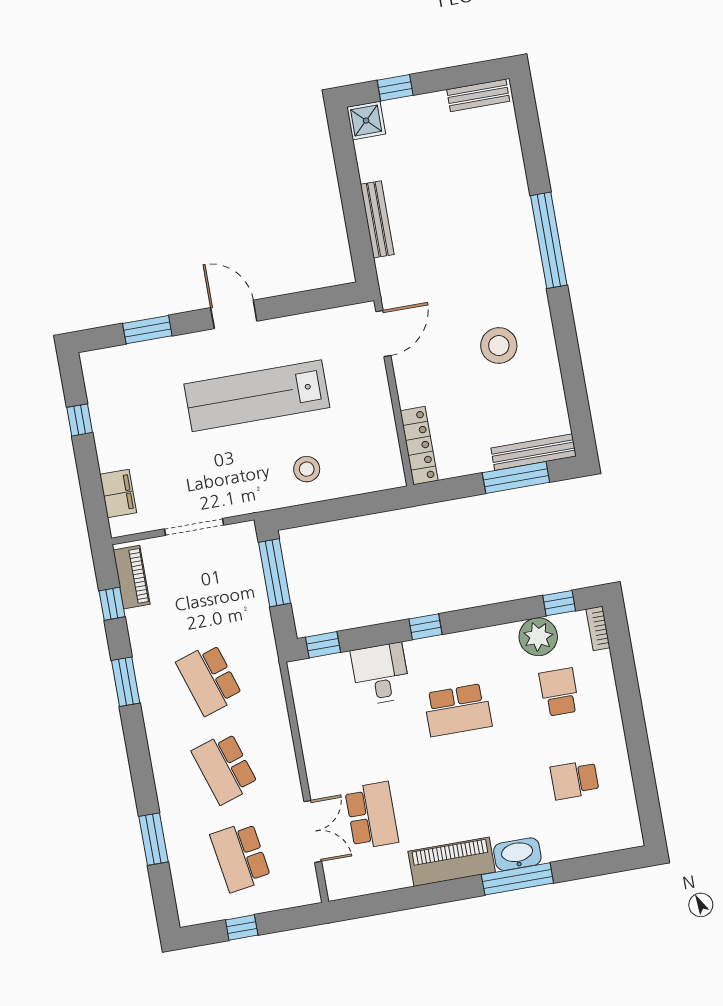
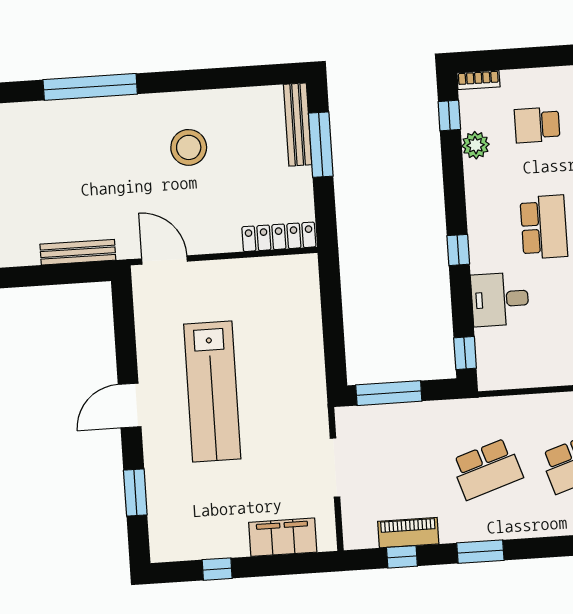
bench: (377, 219) -> (78, 252), moved
stool: (307, 469) -> (290, 350), removed
filing cabinet: (118, 494) -> (283, 537), width x1.50, depth x1.17
piano: (132, 577) -> (408, 533), moved
plant: (538, 637) -> (476, 145), width x0.73, depth x0.73

